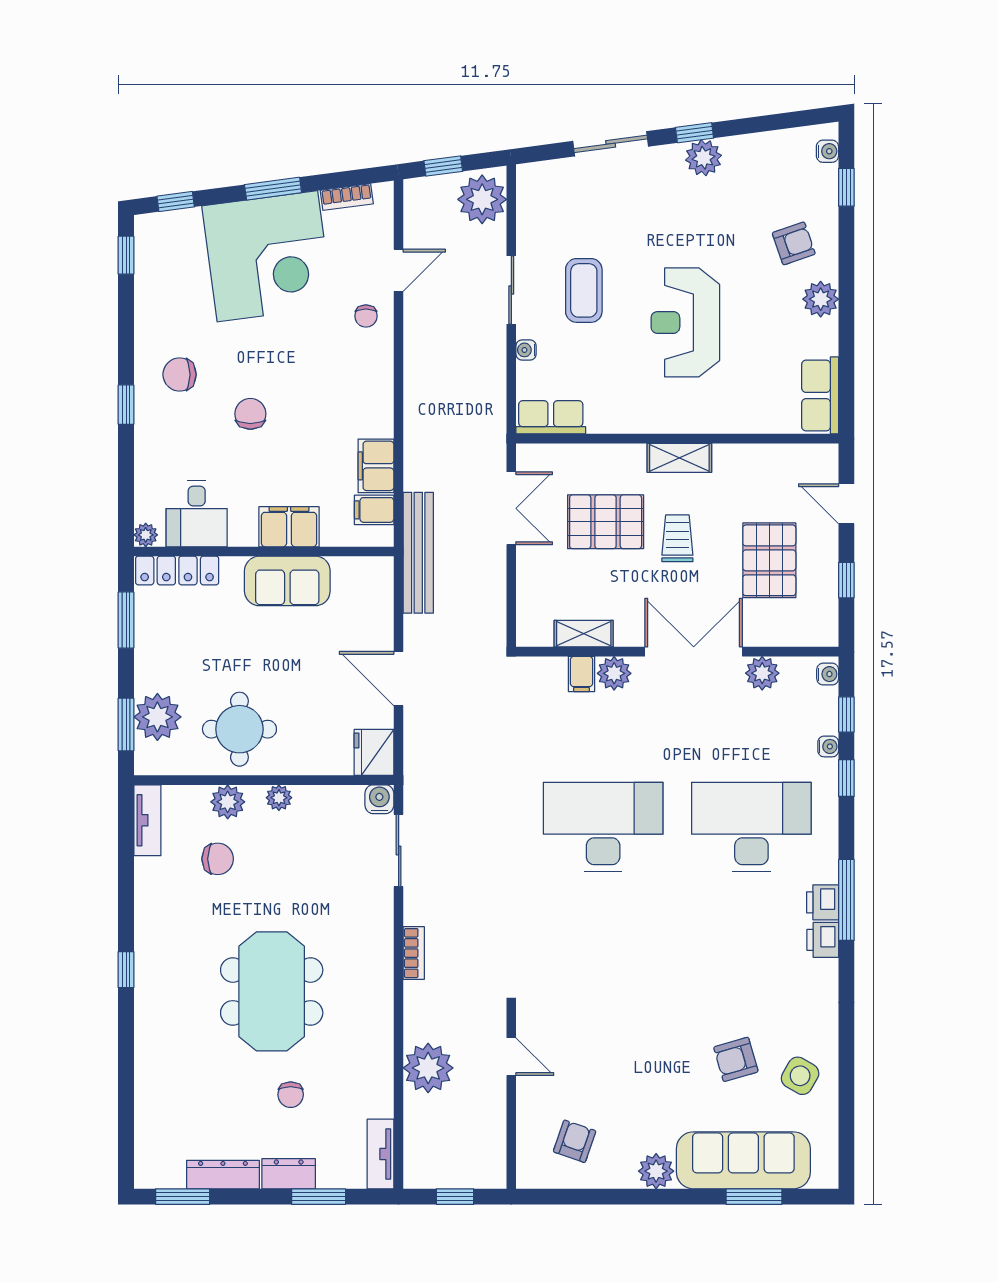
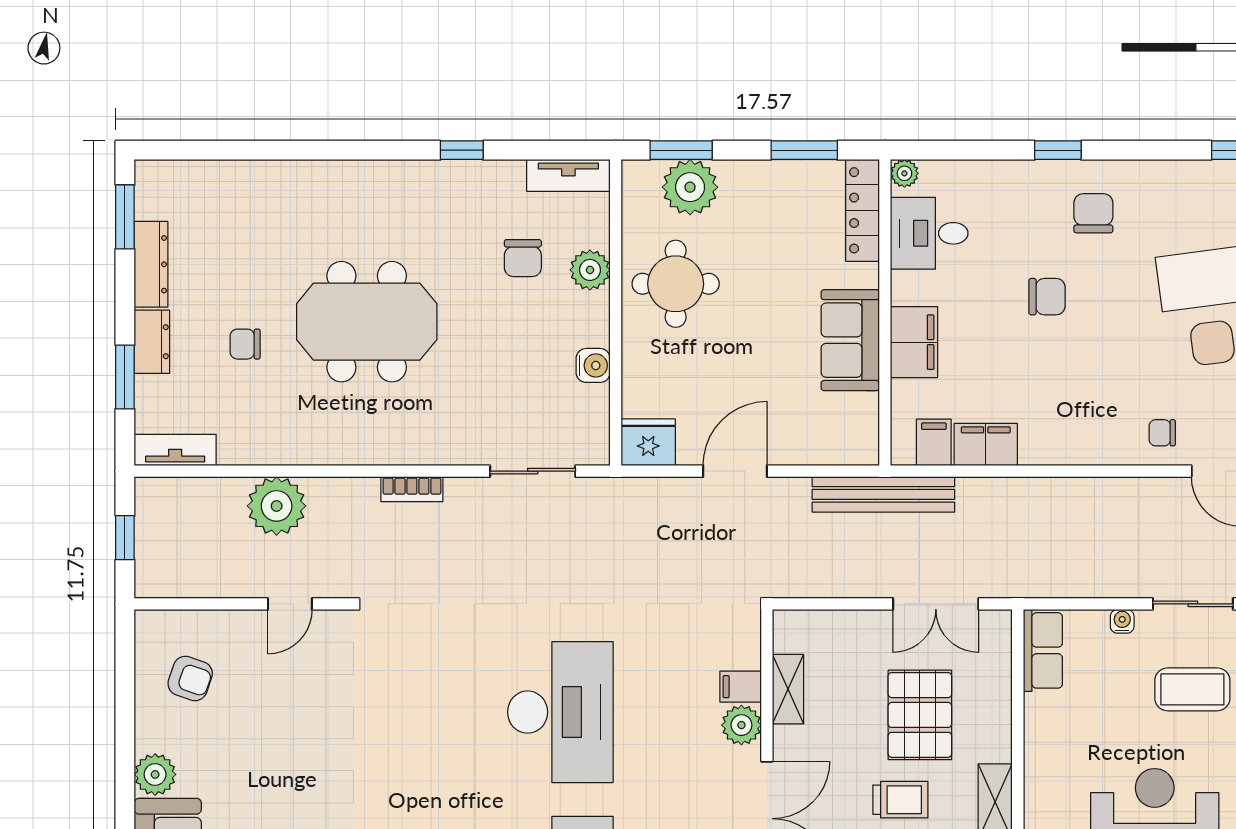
plant: (279, 798) -> (595, 330), removed
water cooler: (379, 799) -> (593, 365), moved
window: (126, 970) -> (462, 150), moved

